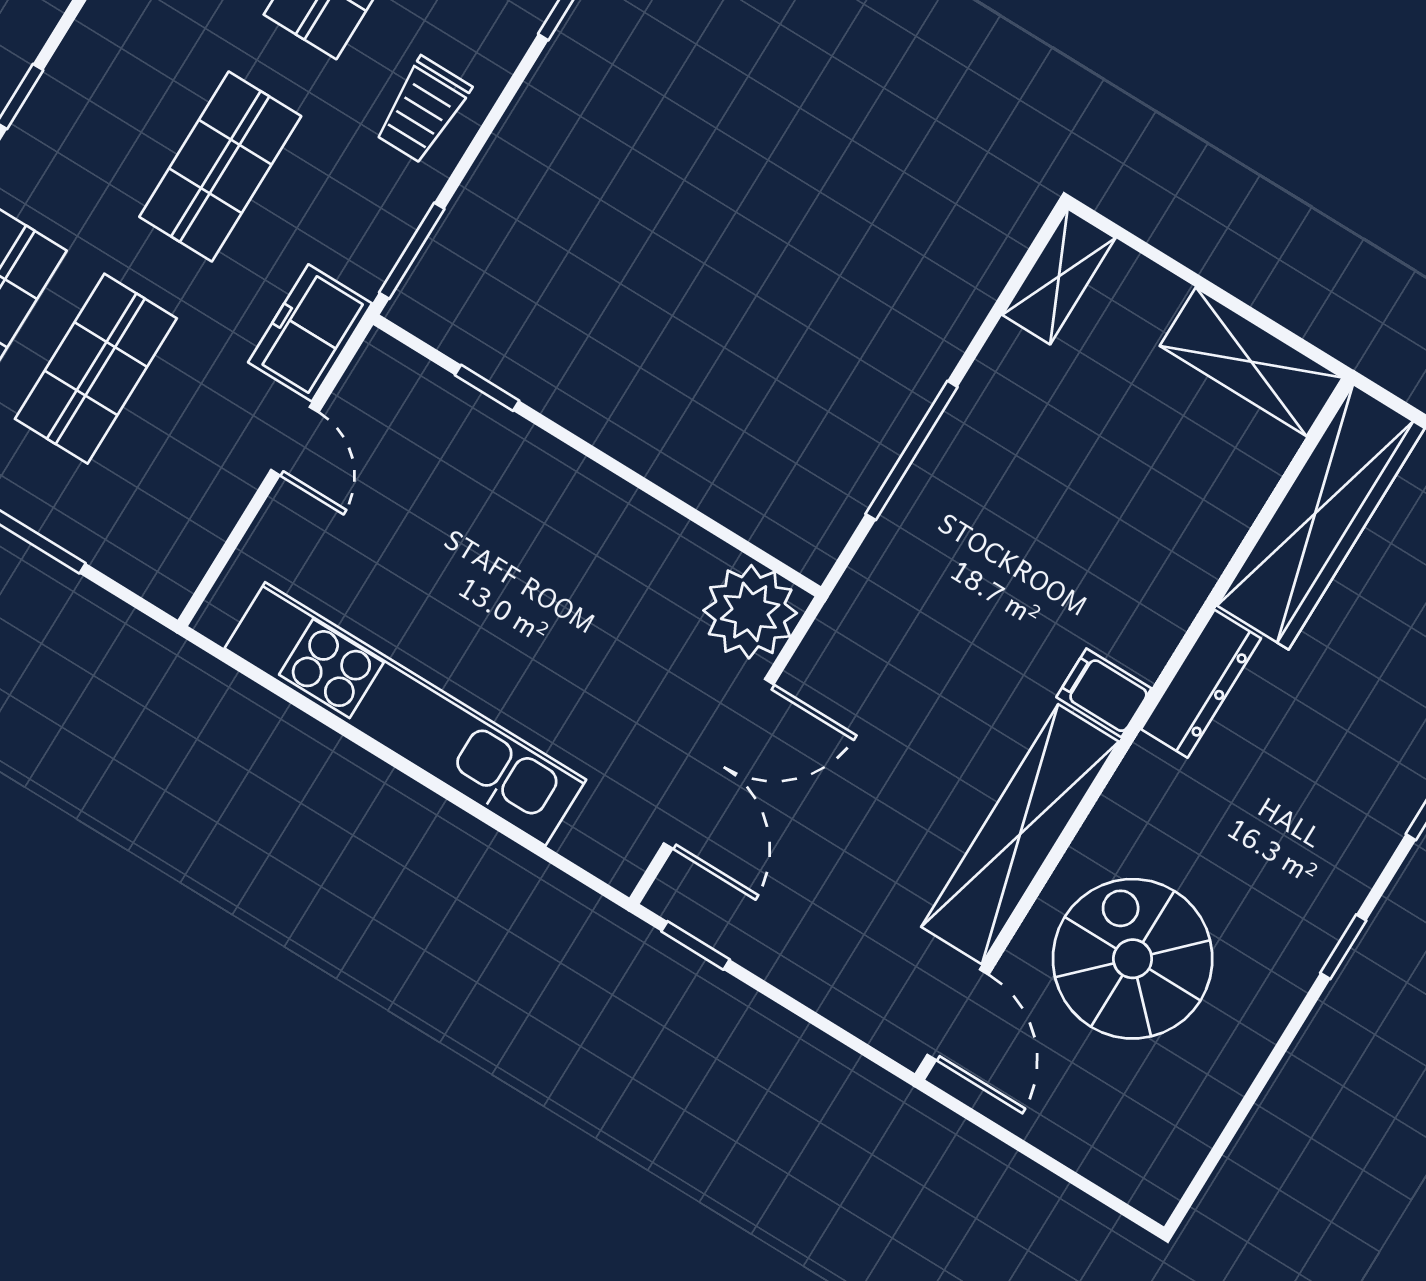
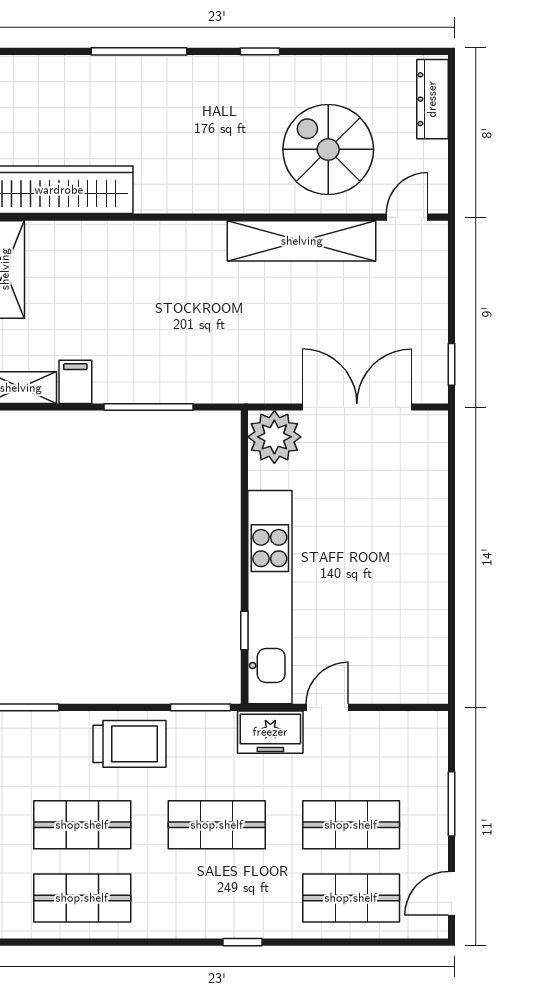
trolley: (423, 110) -> (129, 744), width x1.36, depth x1.39
dresser: (1201, 684) -> (432, 99), moved, turned -90
filing cabinet: (1104, 693) -> (75, 382), moved, turned 180
kitchen unit: (405, 714) -> (270, 597), moved, turned 180
spiral stairs: (1133, 959) -> (328, 149), turned 90
door: (958, 1015) -> (407, 217), width x0.73

